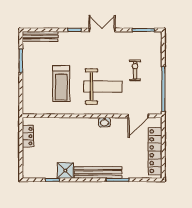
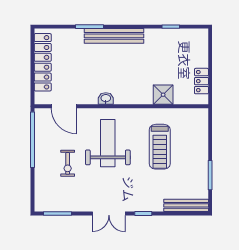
treadmill: (61, 84) -> (160, 147), turned 180
weight bench: (103, 86) -> (108, 143), turned 90
door: (138, 116) -> (64, 106), swing flipped
shower: (65, 171) -> (163, 95), moved

